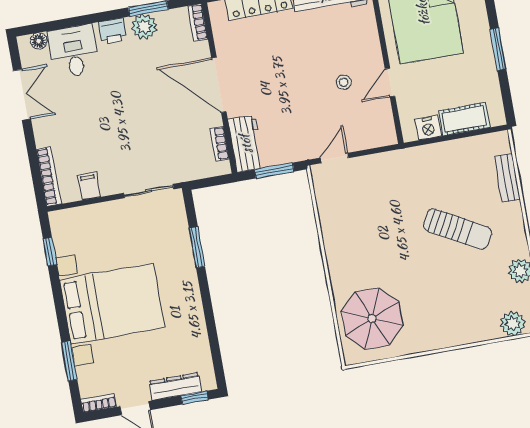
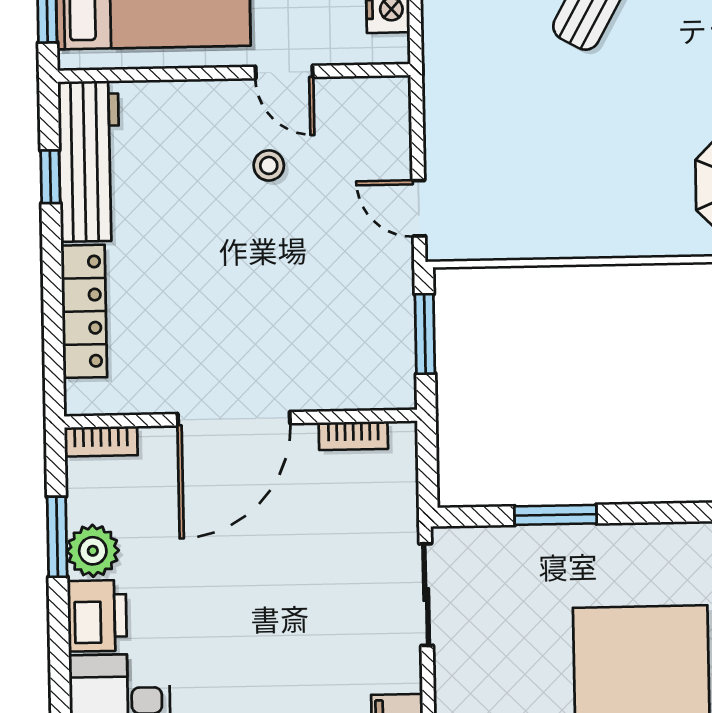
printer: (113, 31) -> (97, 616), width x1.36, depth x1.24
workbench: (246, 144) -> (362, 382), removed

